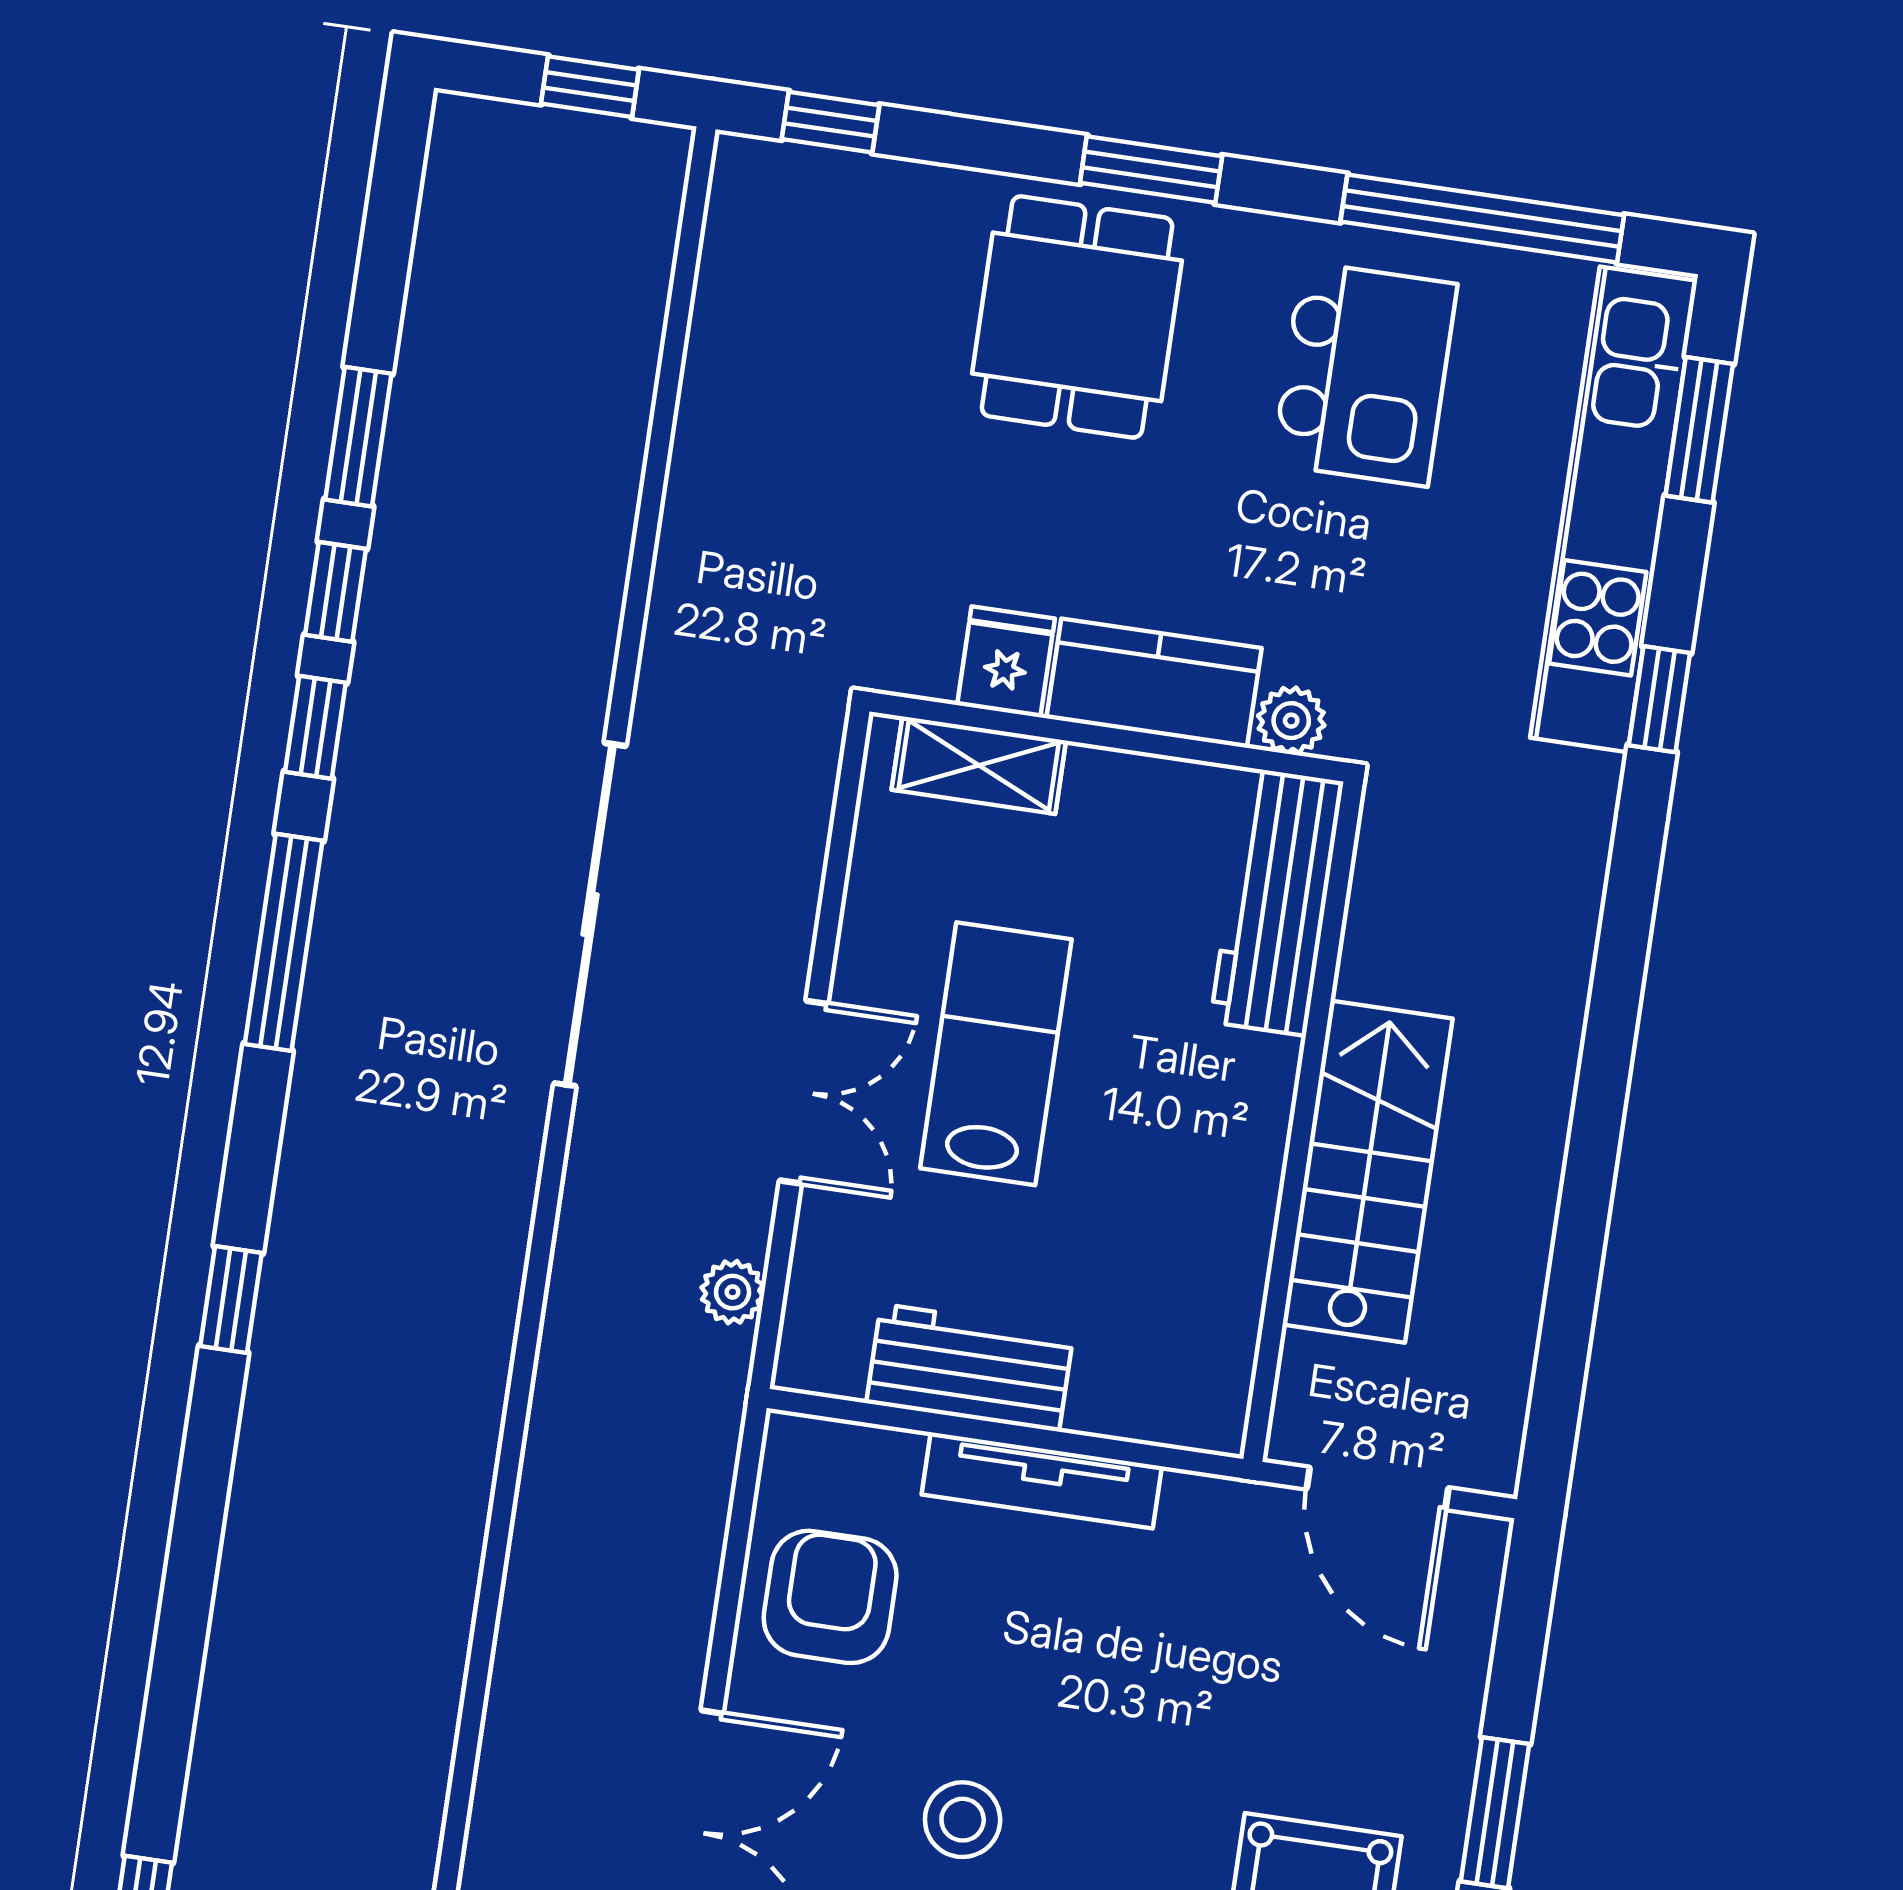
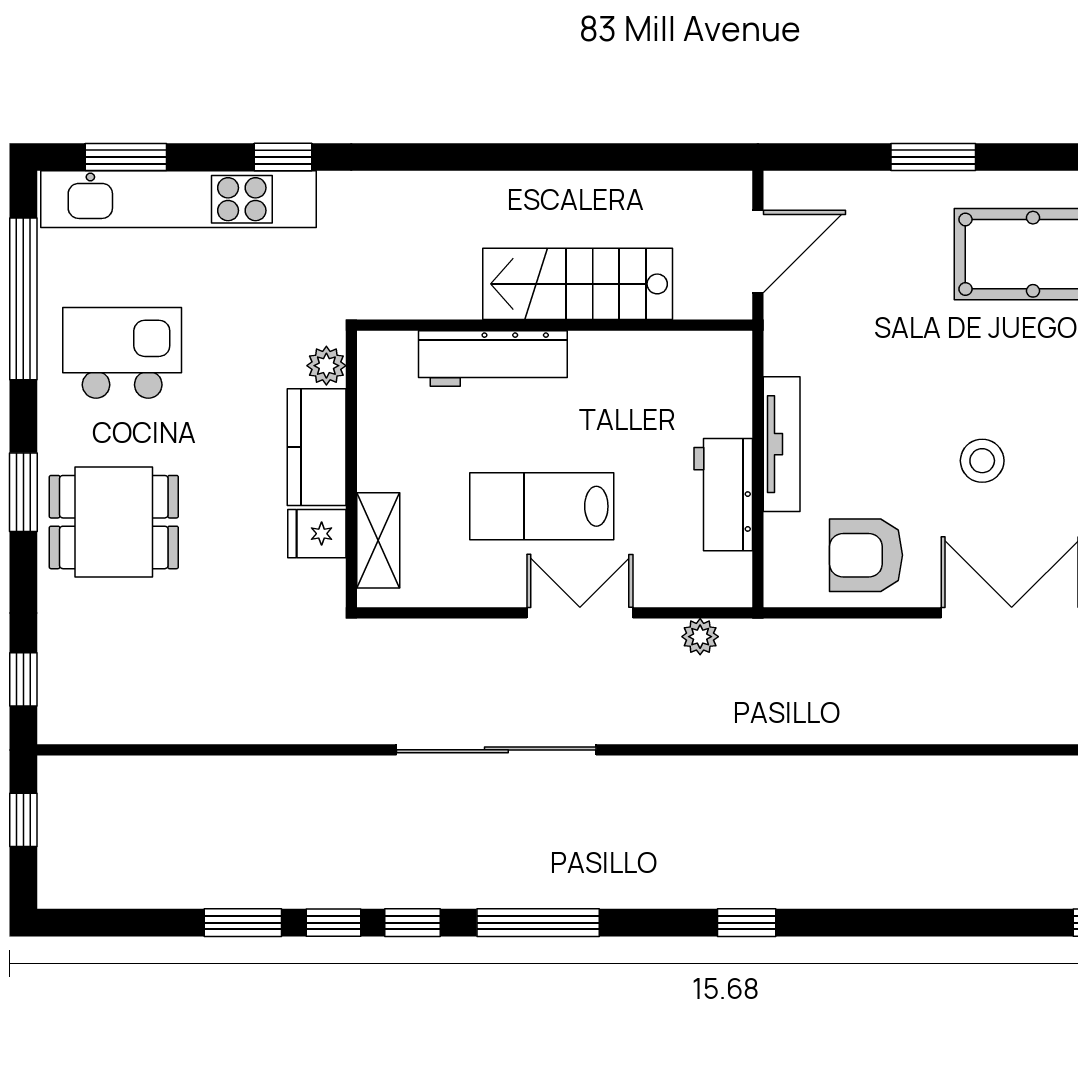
workbench: (1277, 902) -> (493, 359), moved

